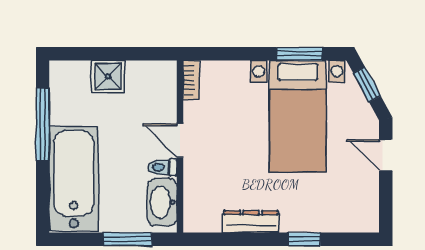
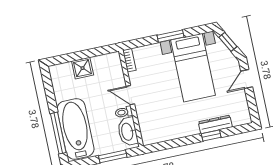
window: (299, 54) -> (170, 36), moved
window: (43, 124) -> (58, 133), moved
door: (386, 155) -> (247, 79), hinge flipped
dresser: (251, 222) -> (215, 124), moved

